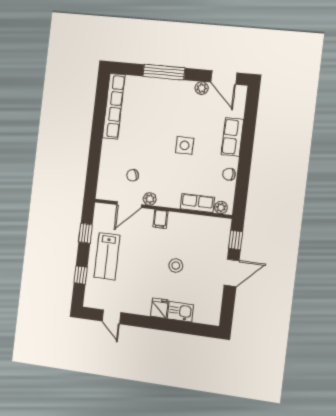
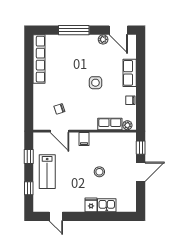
plant: (150, 199) -> (74, 125), removed
door: (129, 205) -> (59, 131), hinge flipped

